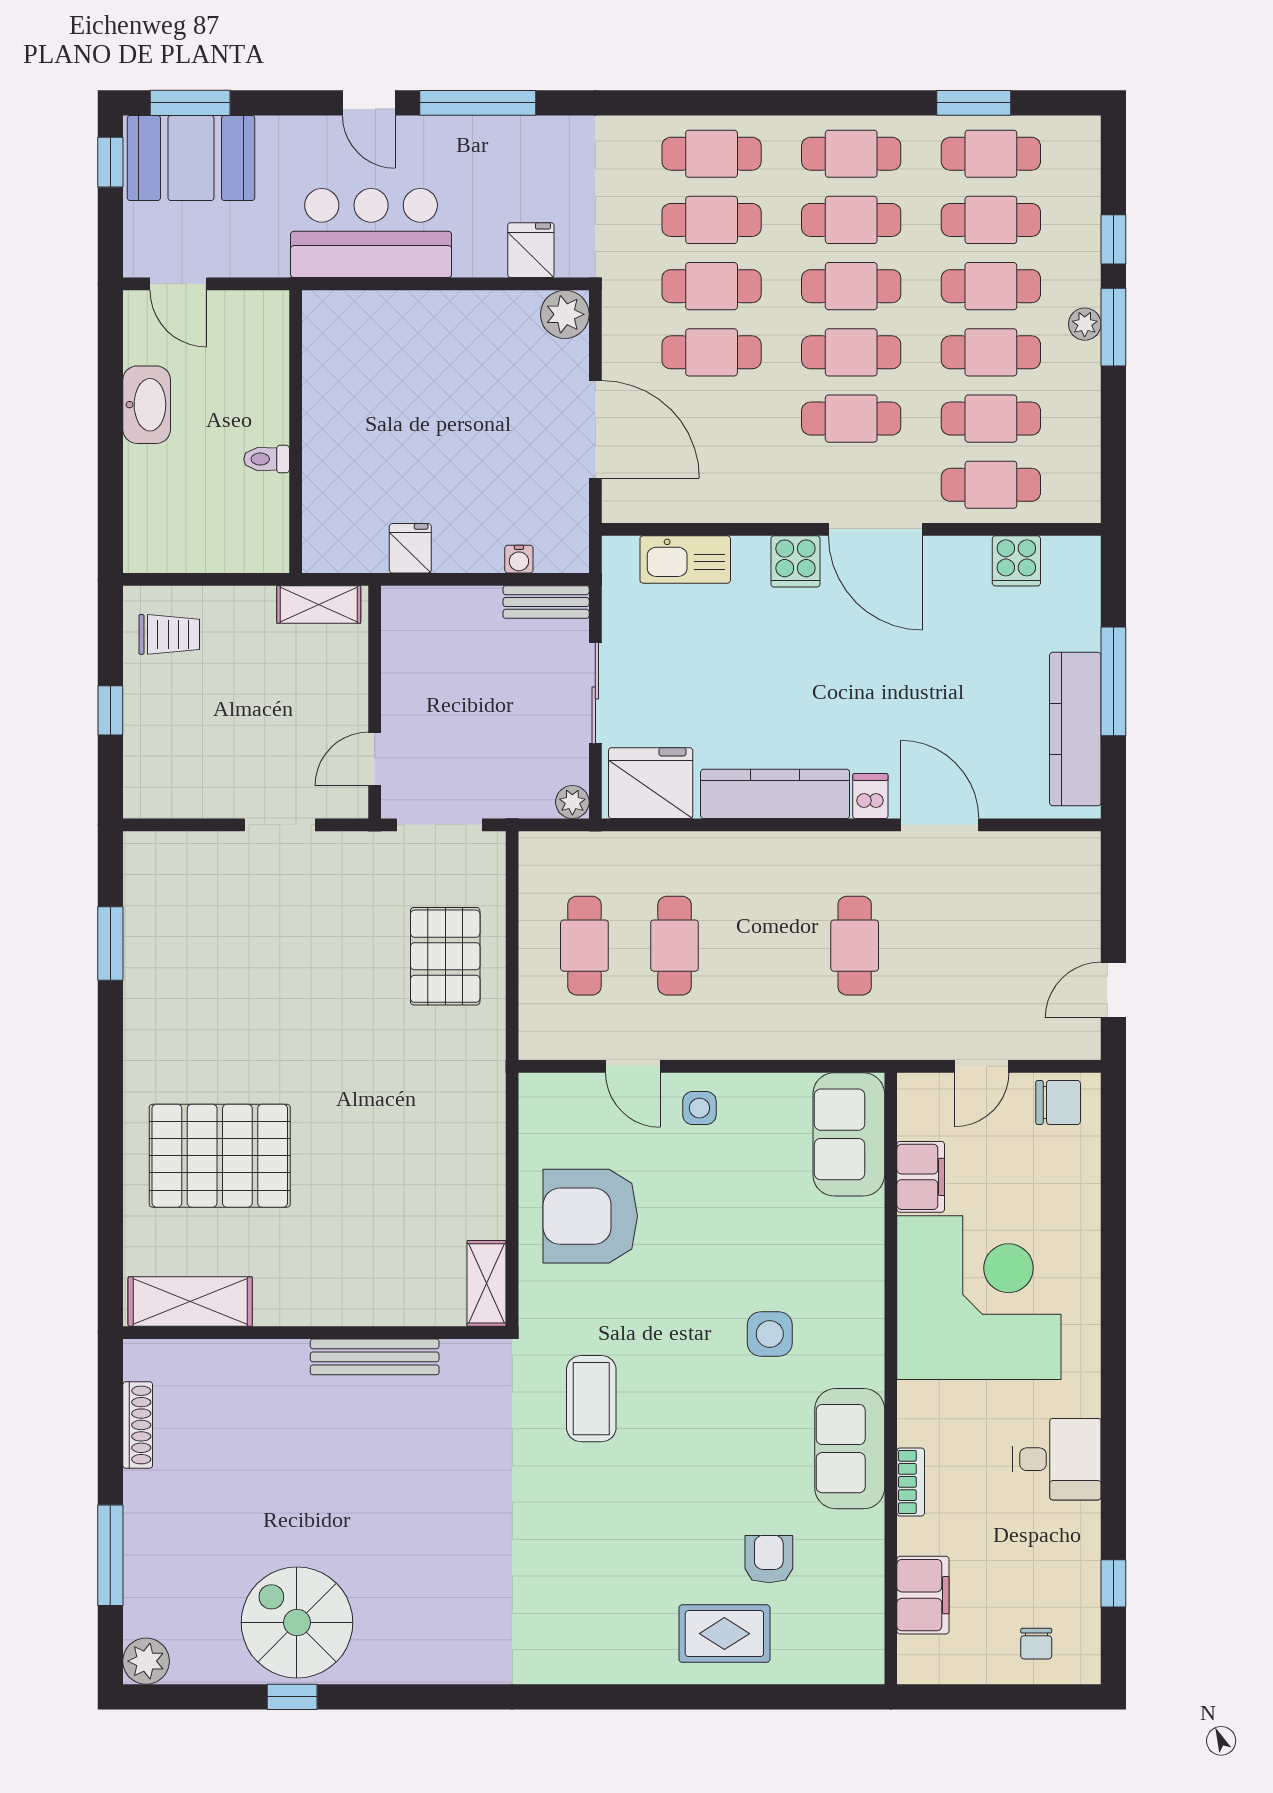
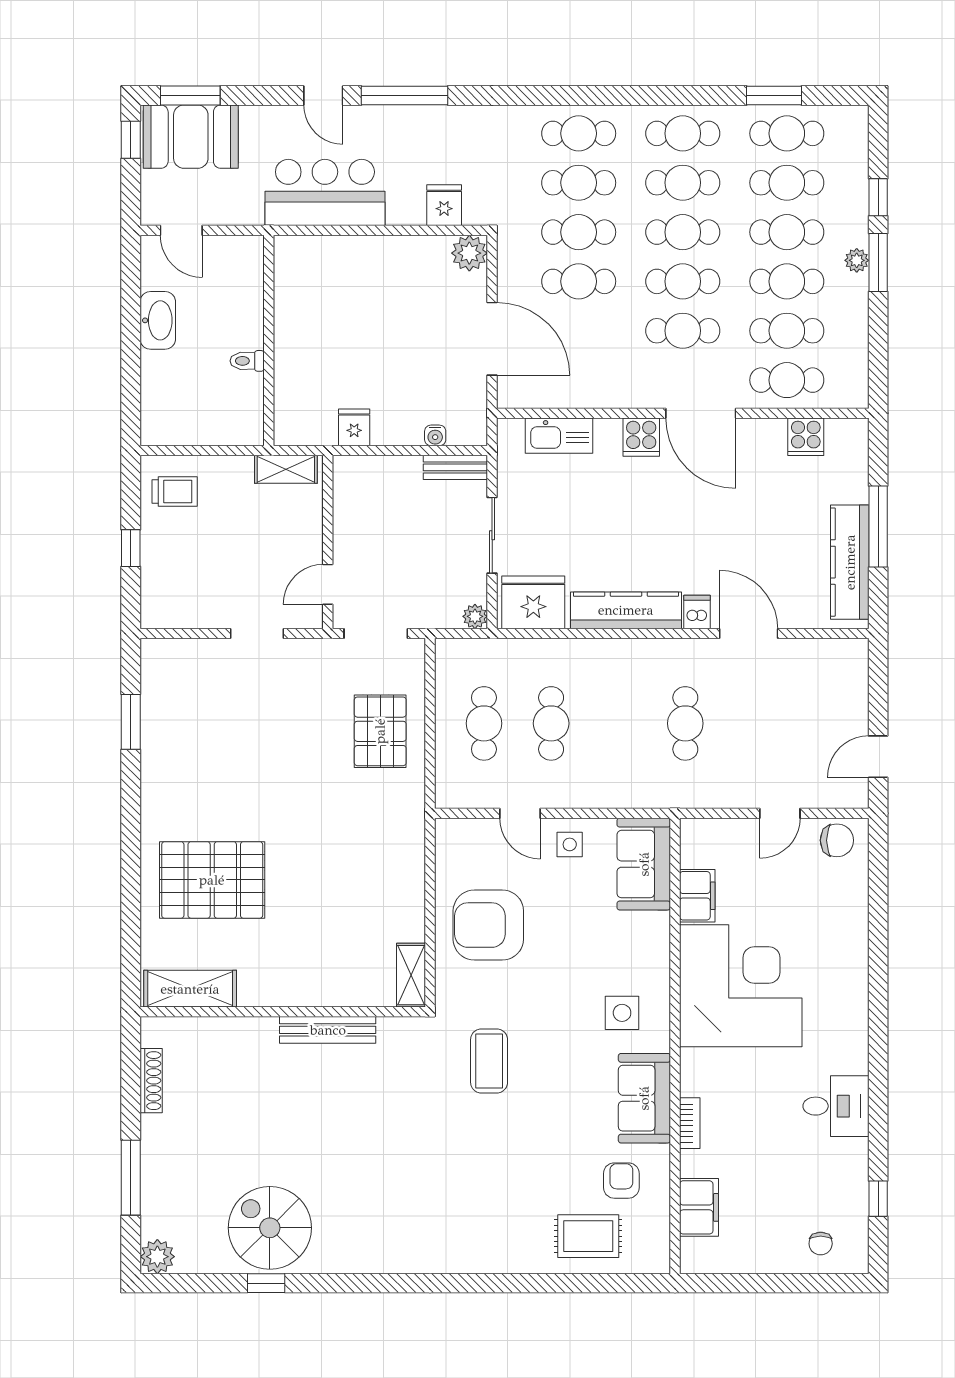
sofa: (849, 1134) -> (644, 864), moved
filing cabinet: (921, 1177) -> (697, 896), moved
corner desk: (979, 1298) -> (741, 986), moved
wall: (891, 1378) -> (675, 1046), moved
sofa: (850, 1449) -> (644, 1098), moved
bookcase: (911, 1482) -> (690, 1123), moved
filing cabinet: (923, 1595) -> (699, 1207), moved

